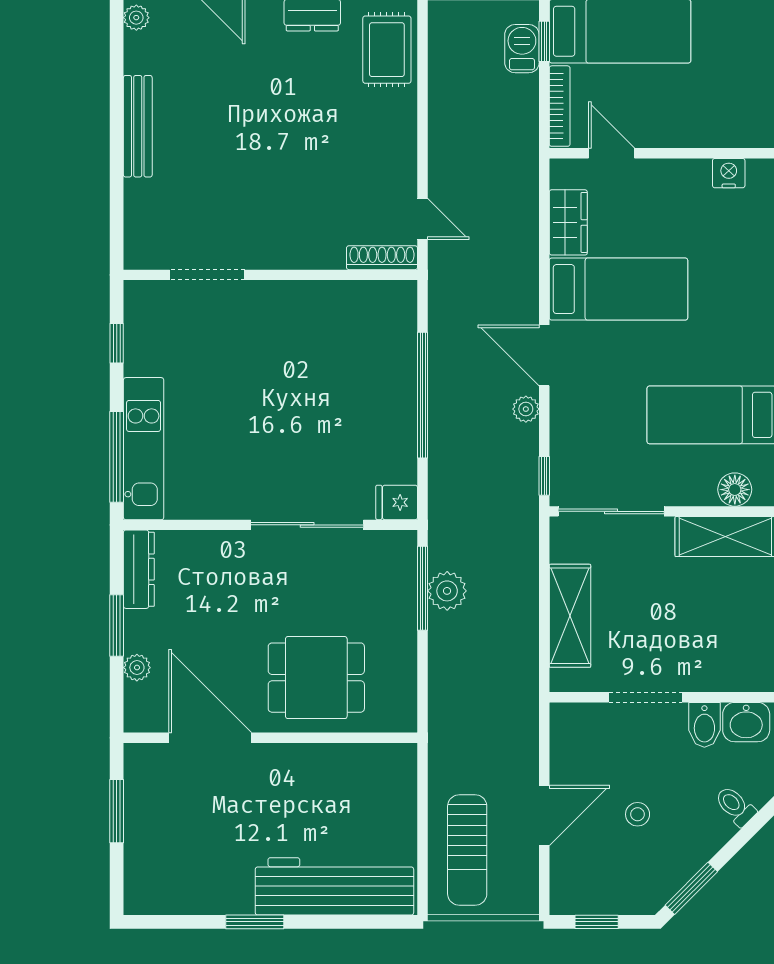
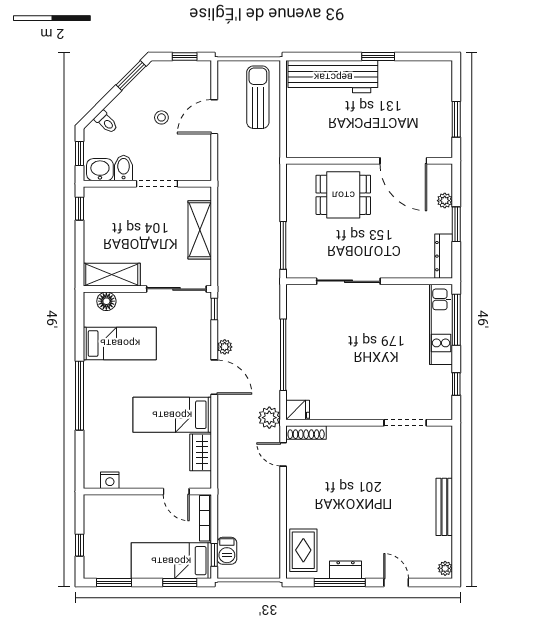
fridge: (397, 502) -> (298, 410), moved
plant: (447, 591) -> (269, 418), moved

